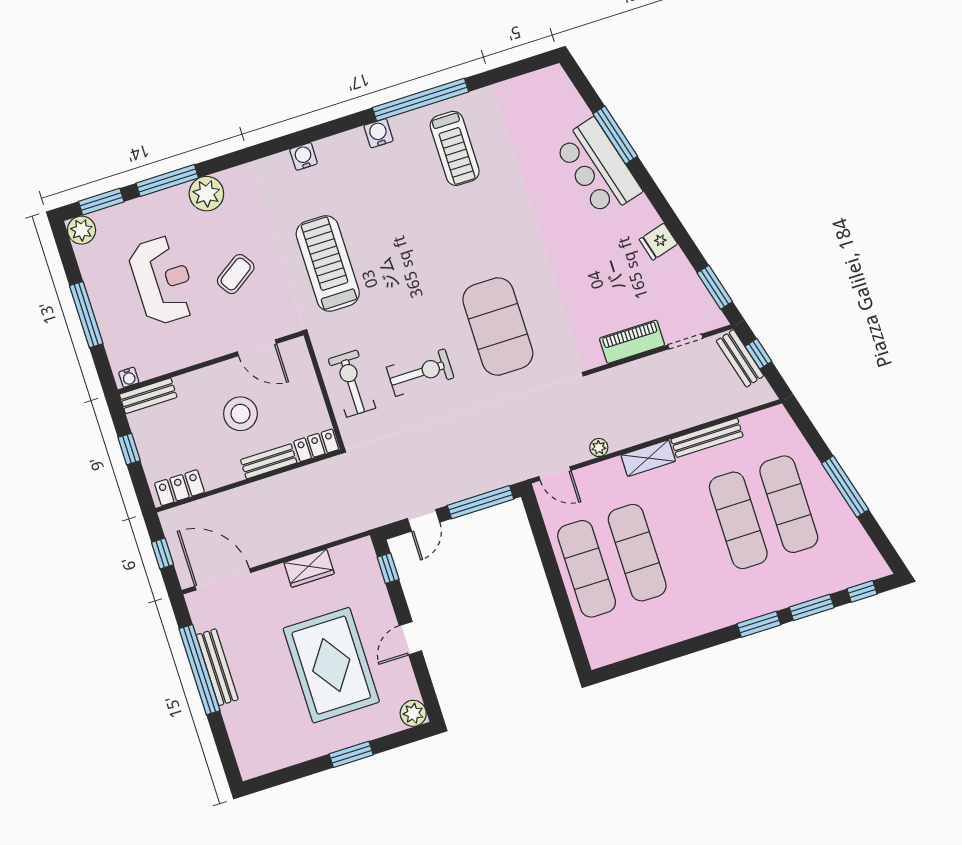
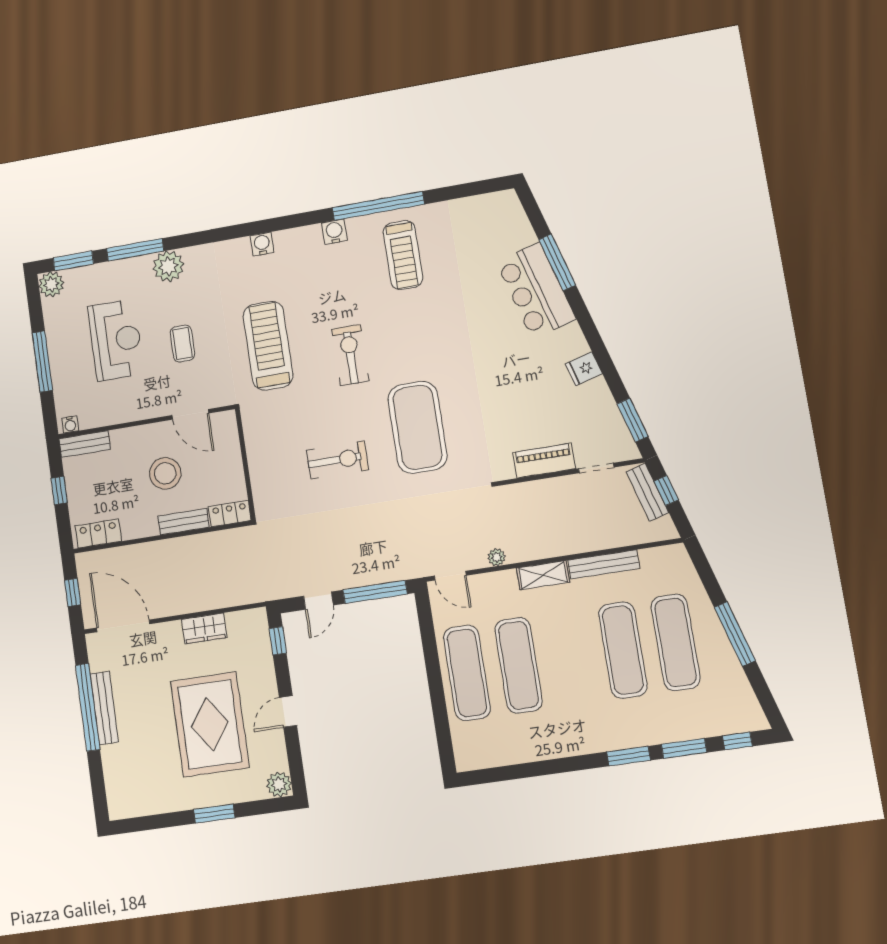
coffee table: (236, 274) -> (182, 344), turned -56
exercise bike: (352, 384) -> (350, 355), moved

